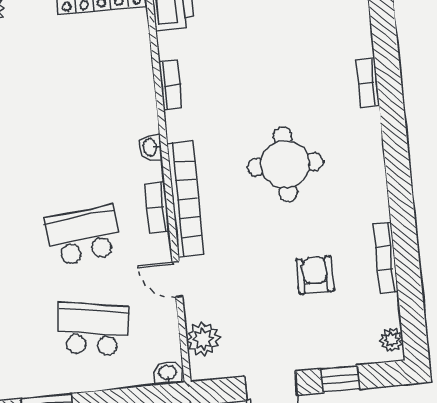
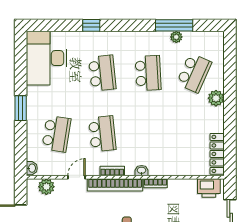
bookcase: (171, 85) -> (156, 183), moved

